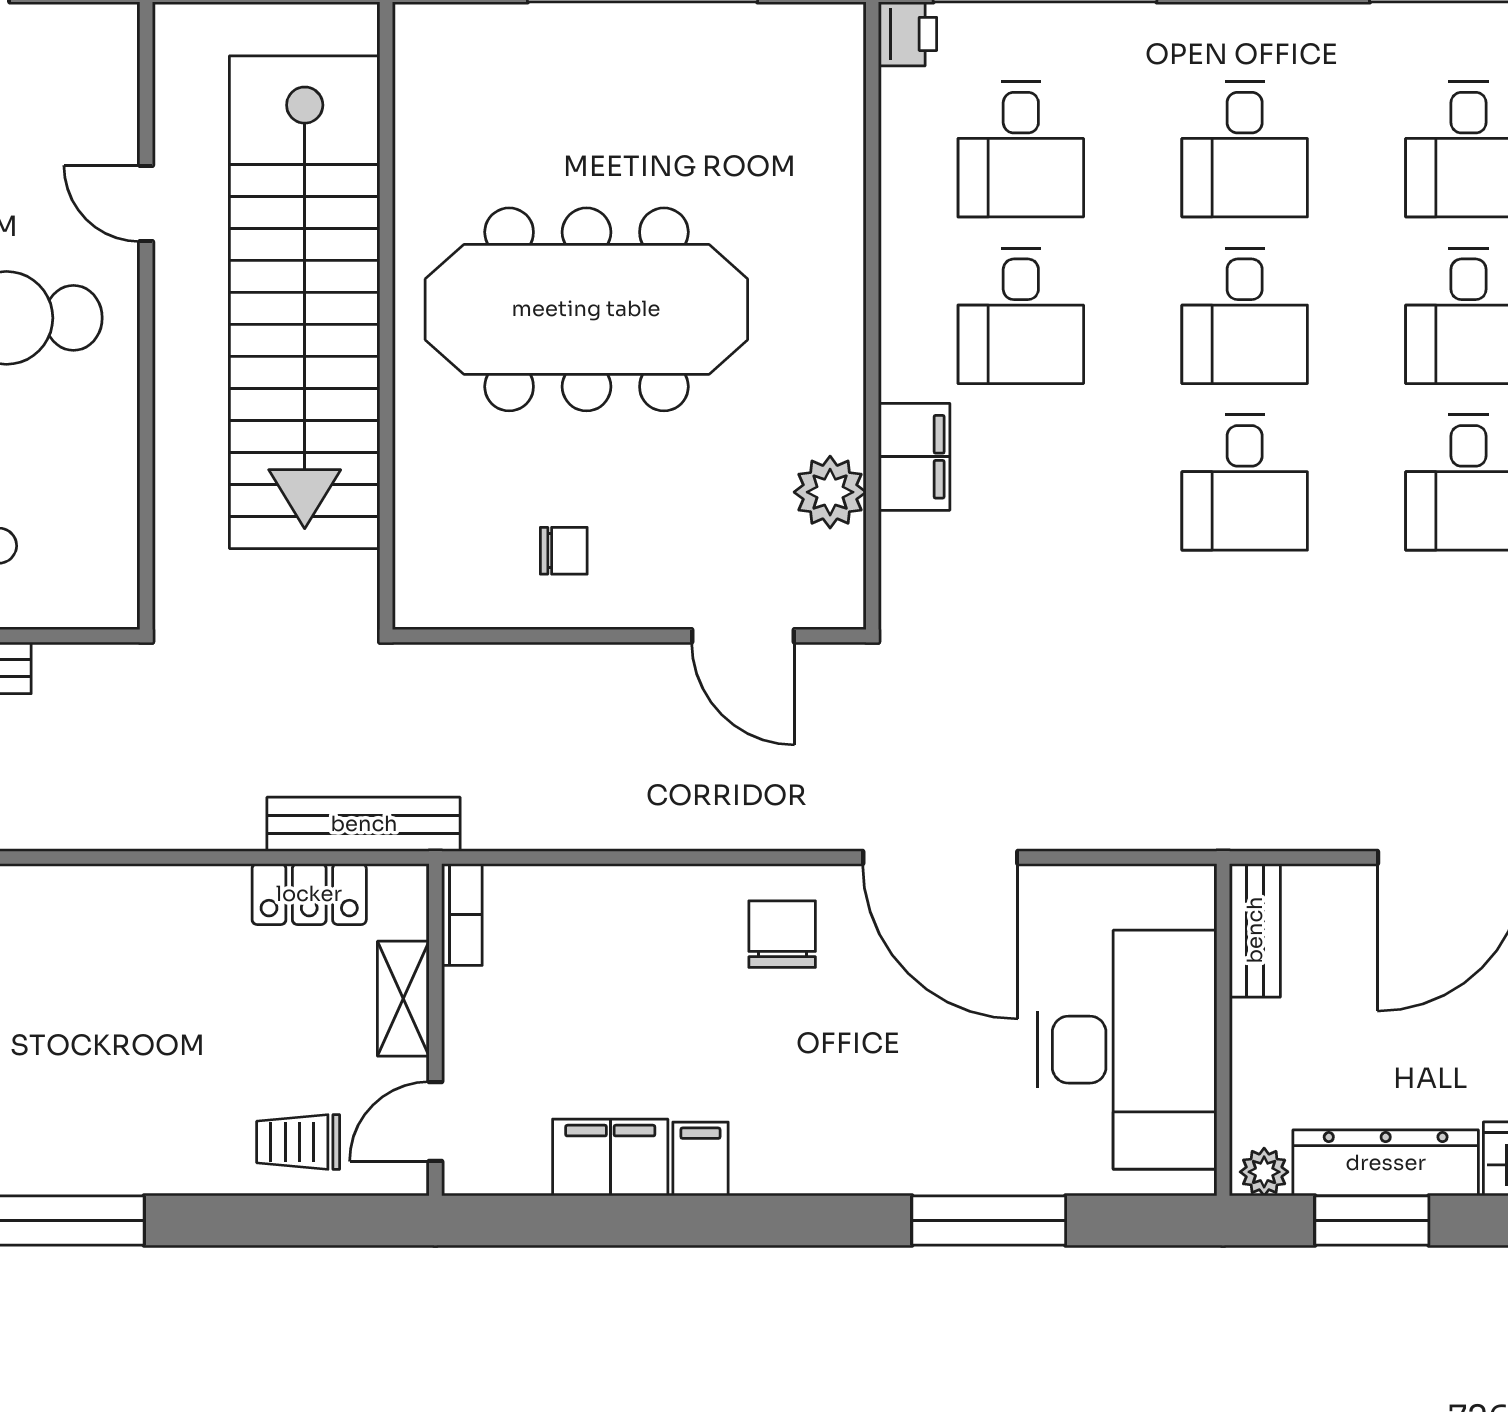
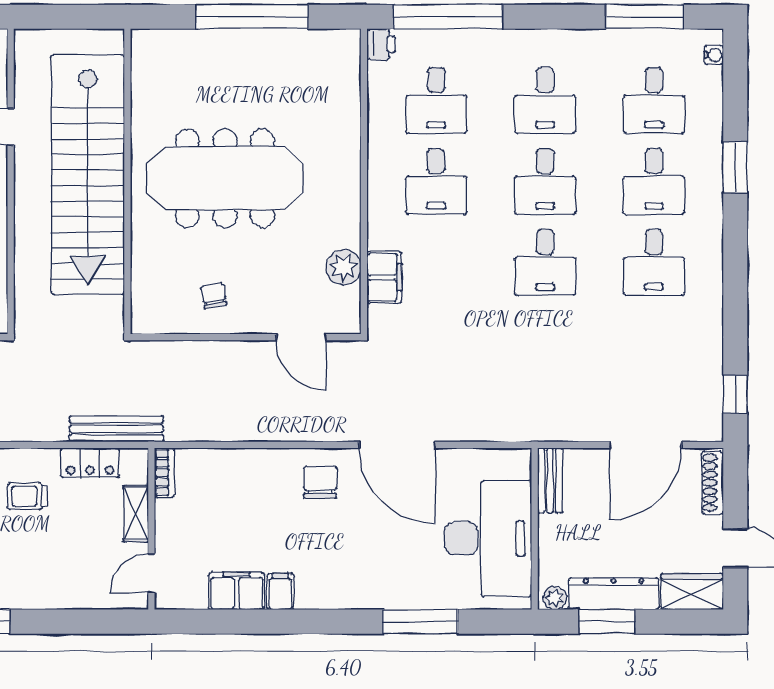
filing cabinet: (914, 457) -> (384, 277), moved
chair: (564, 551) -> (214, 296), turned -100
trolley: (298, 1142) -> (27, 496), moved

